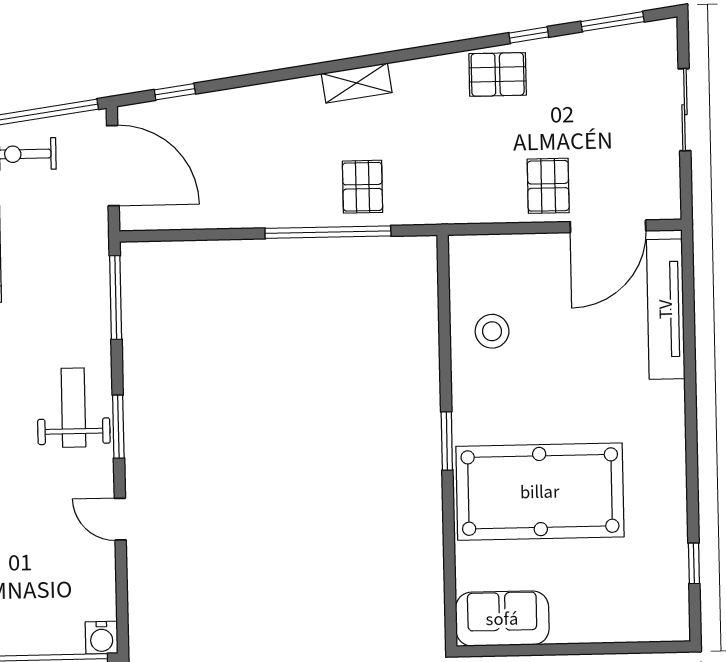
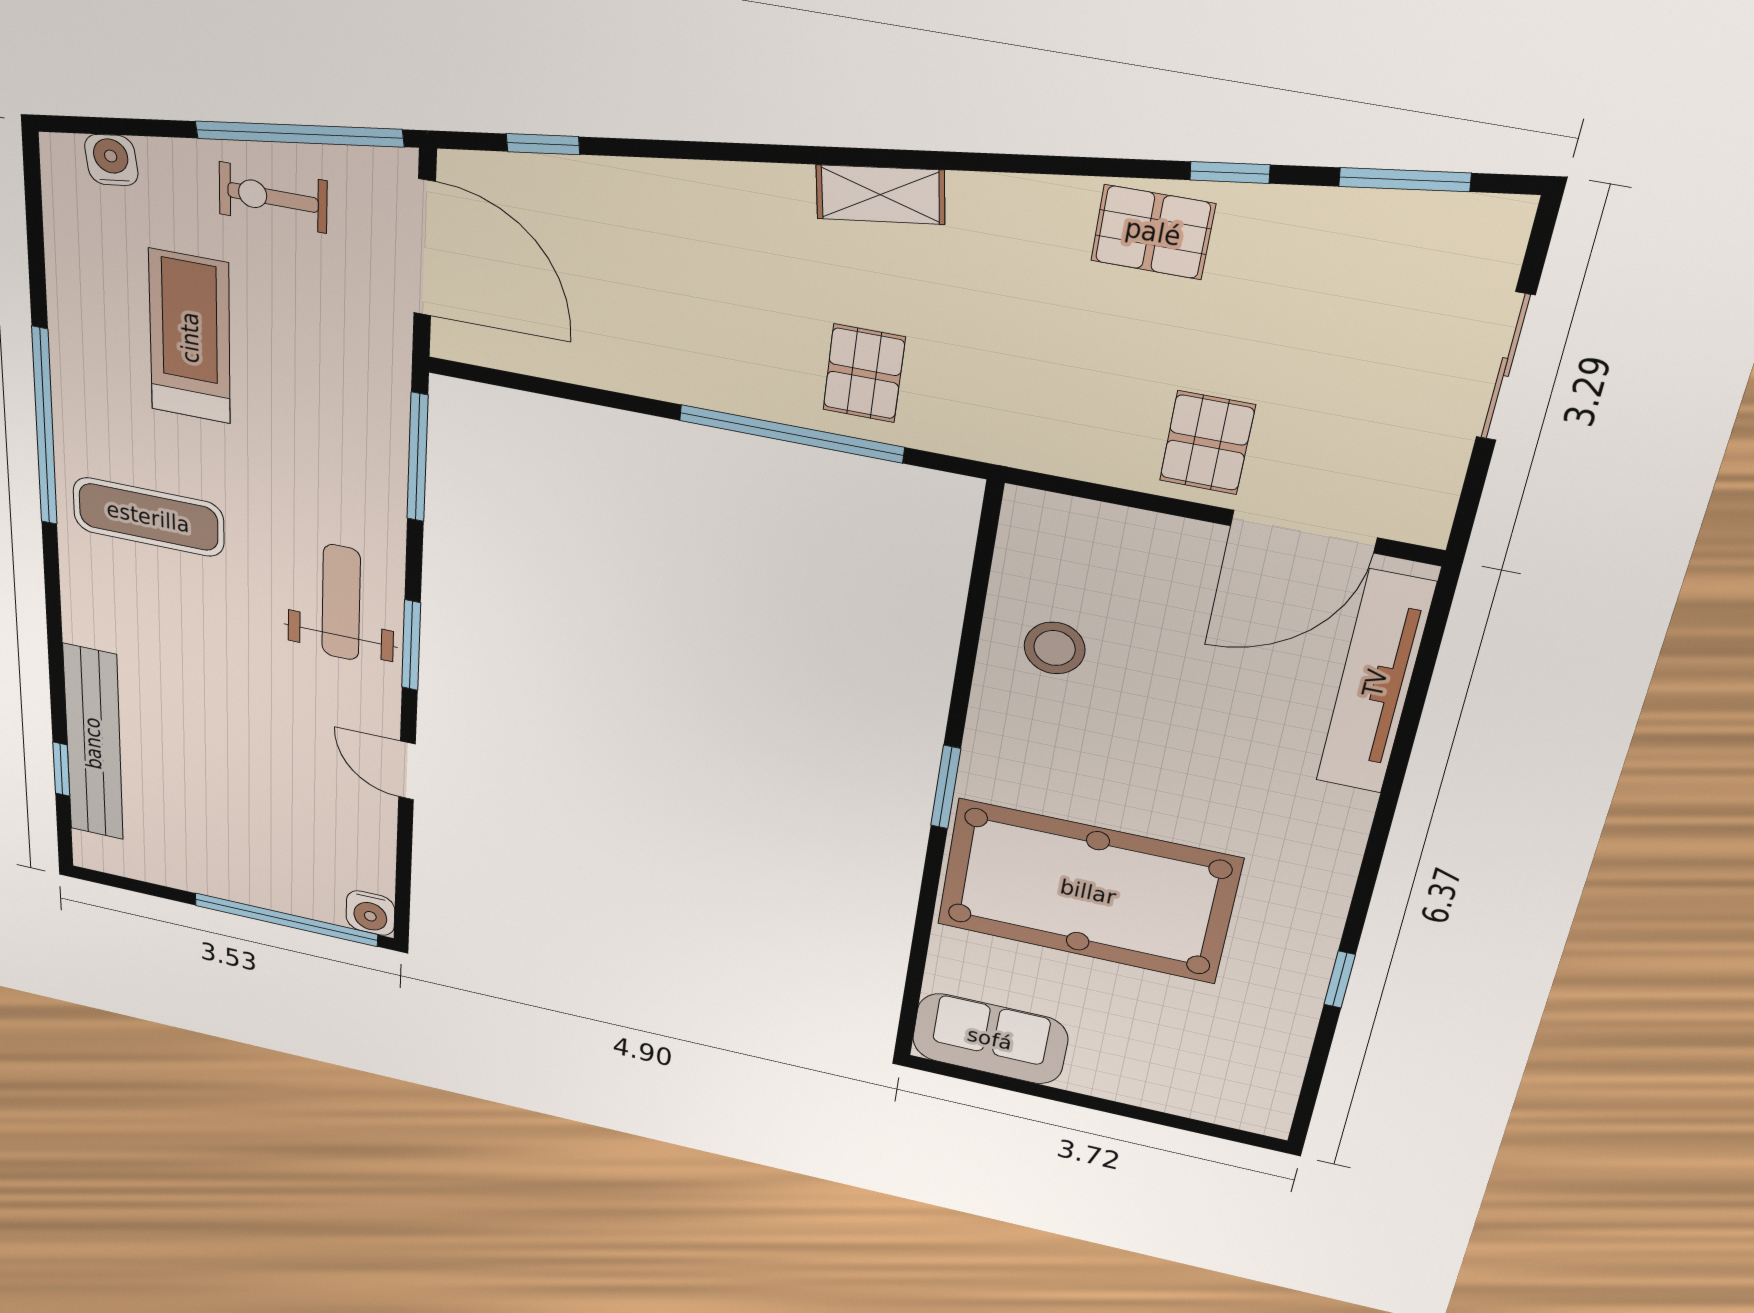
window: (694, 563) -> (1340, 980), moved

